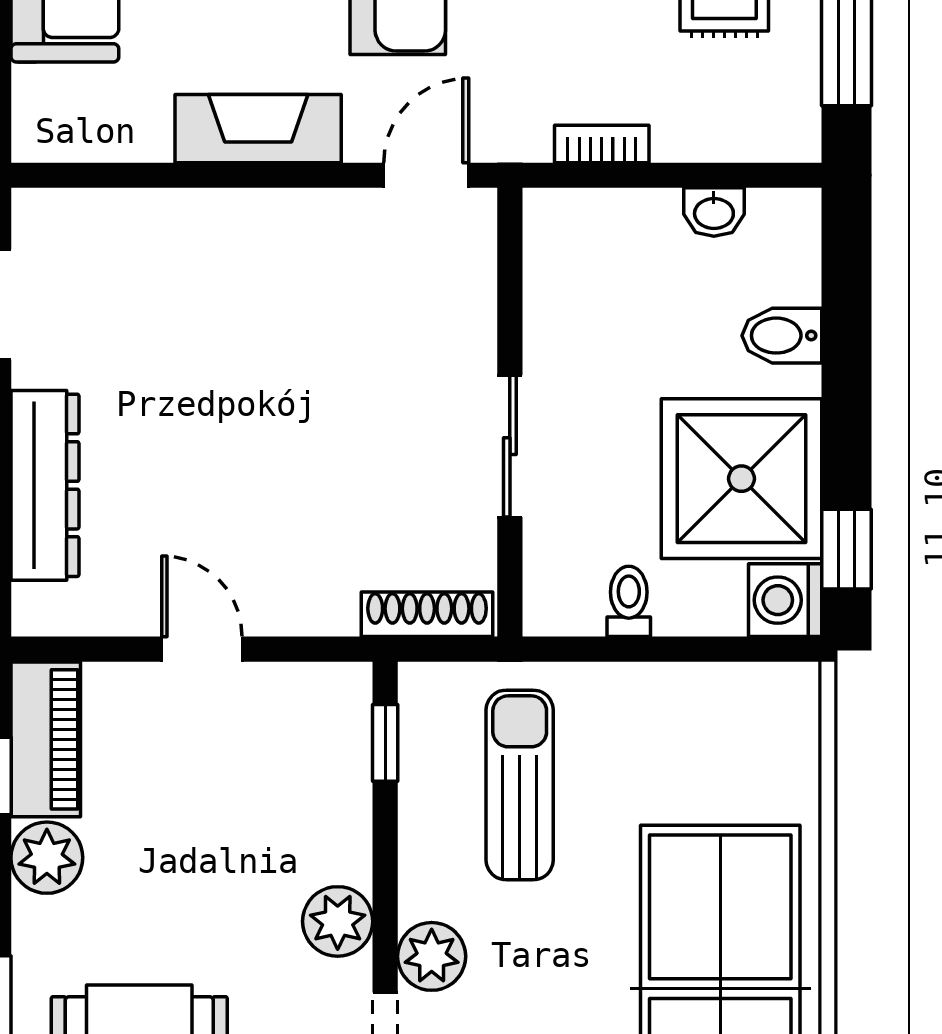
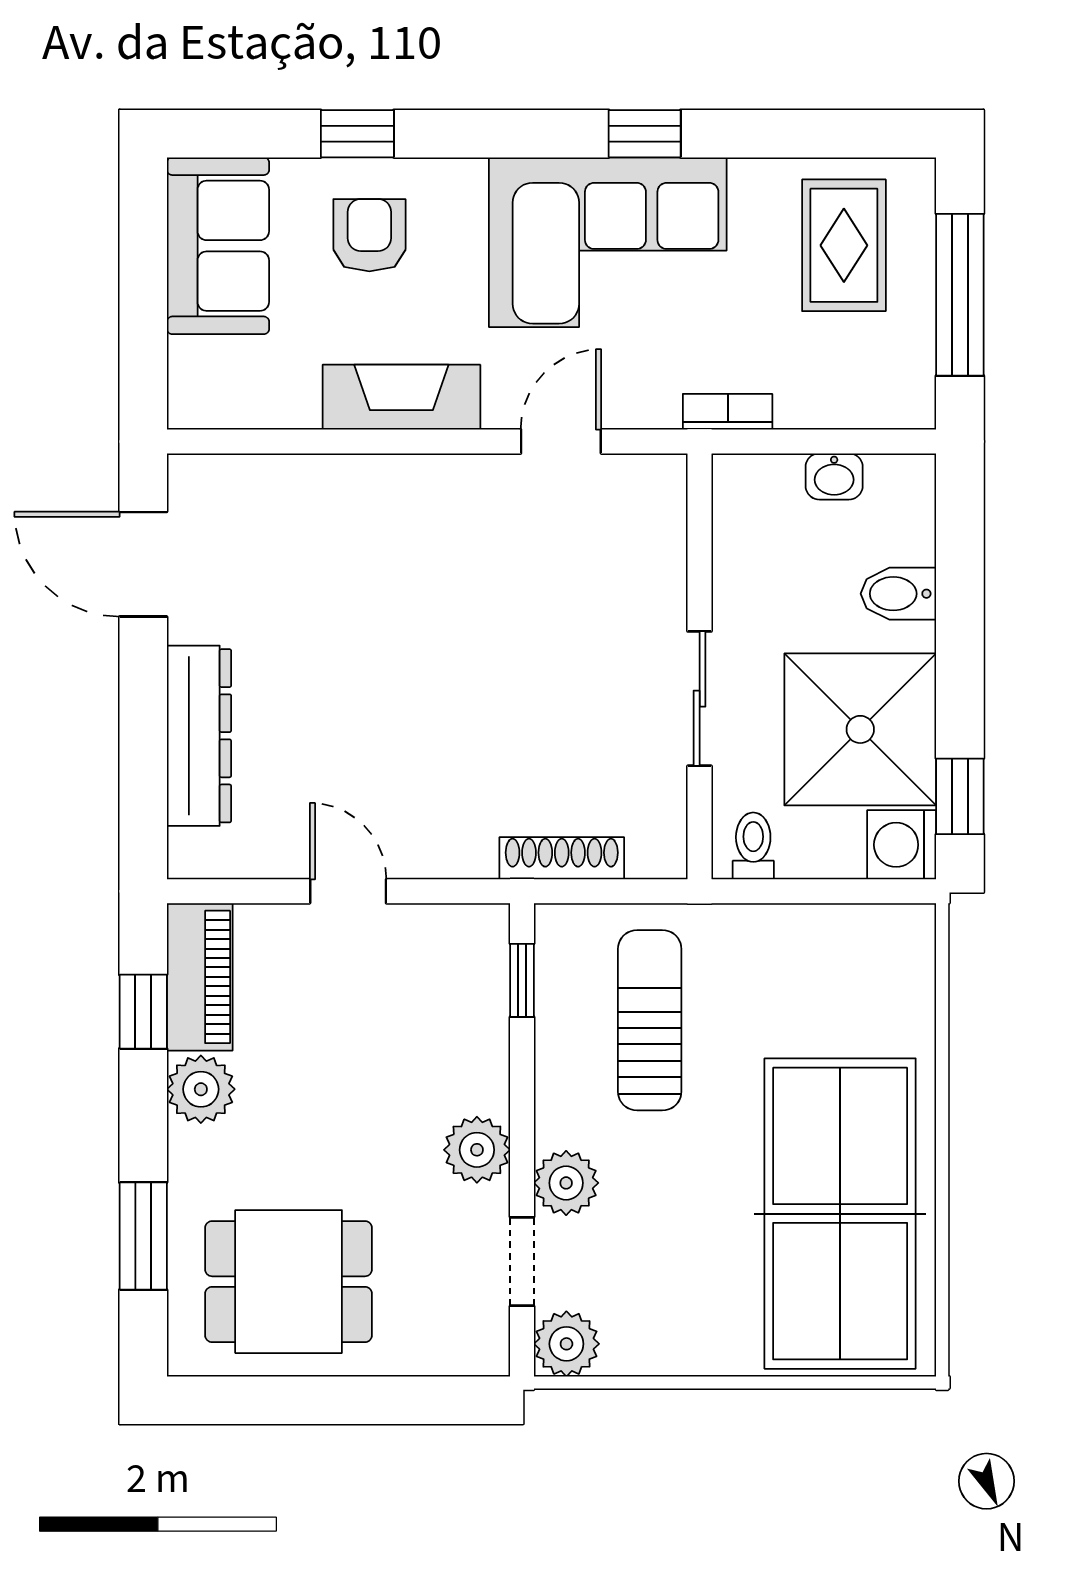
wall: (510, 412) -> (700, 666), moved
sliding door: (510, 446) -> (700, 699), moved

